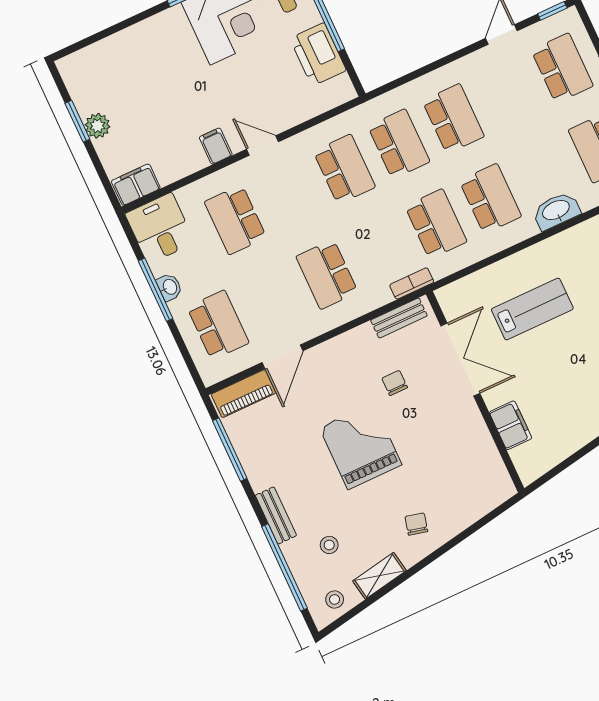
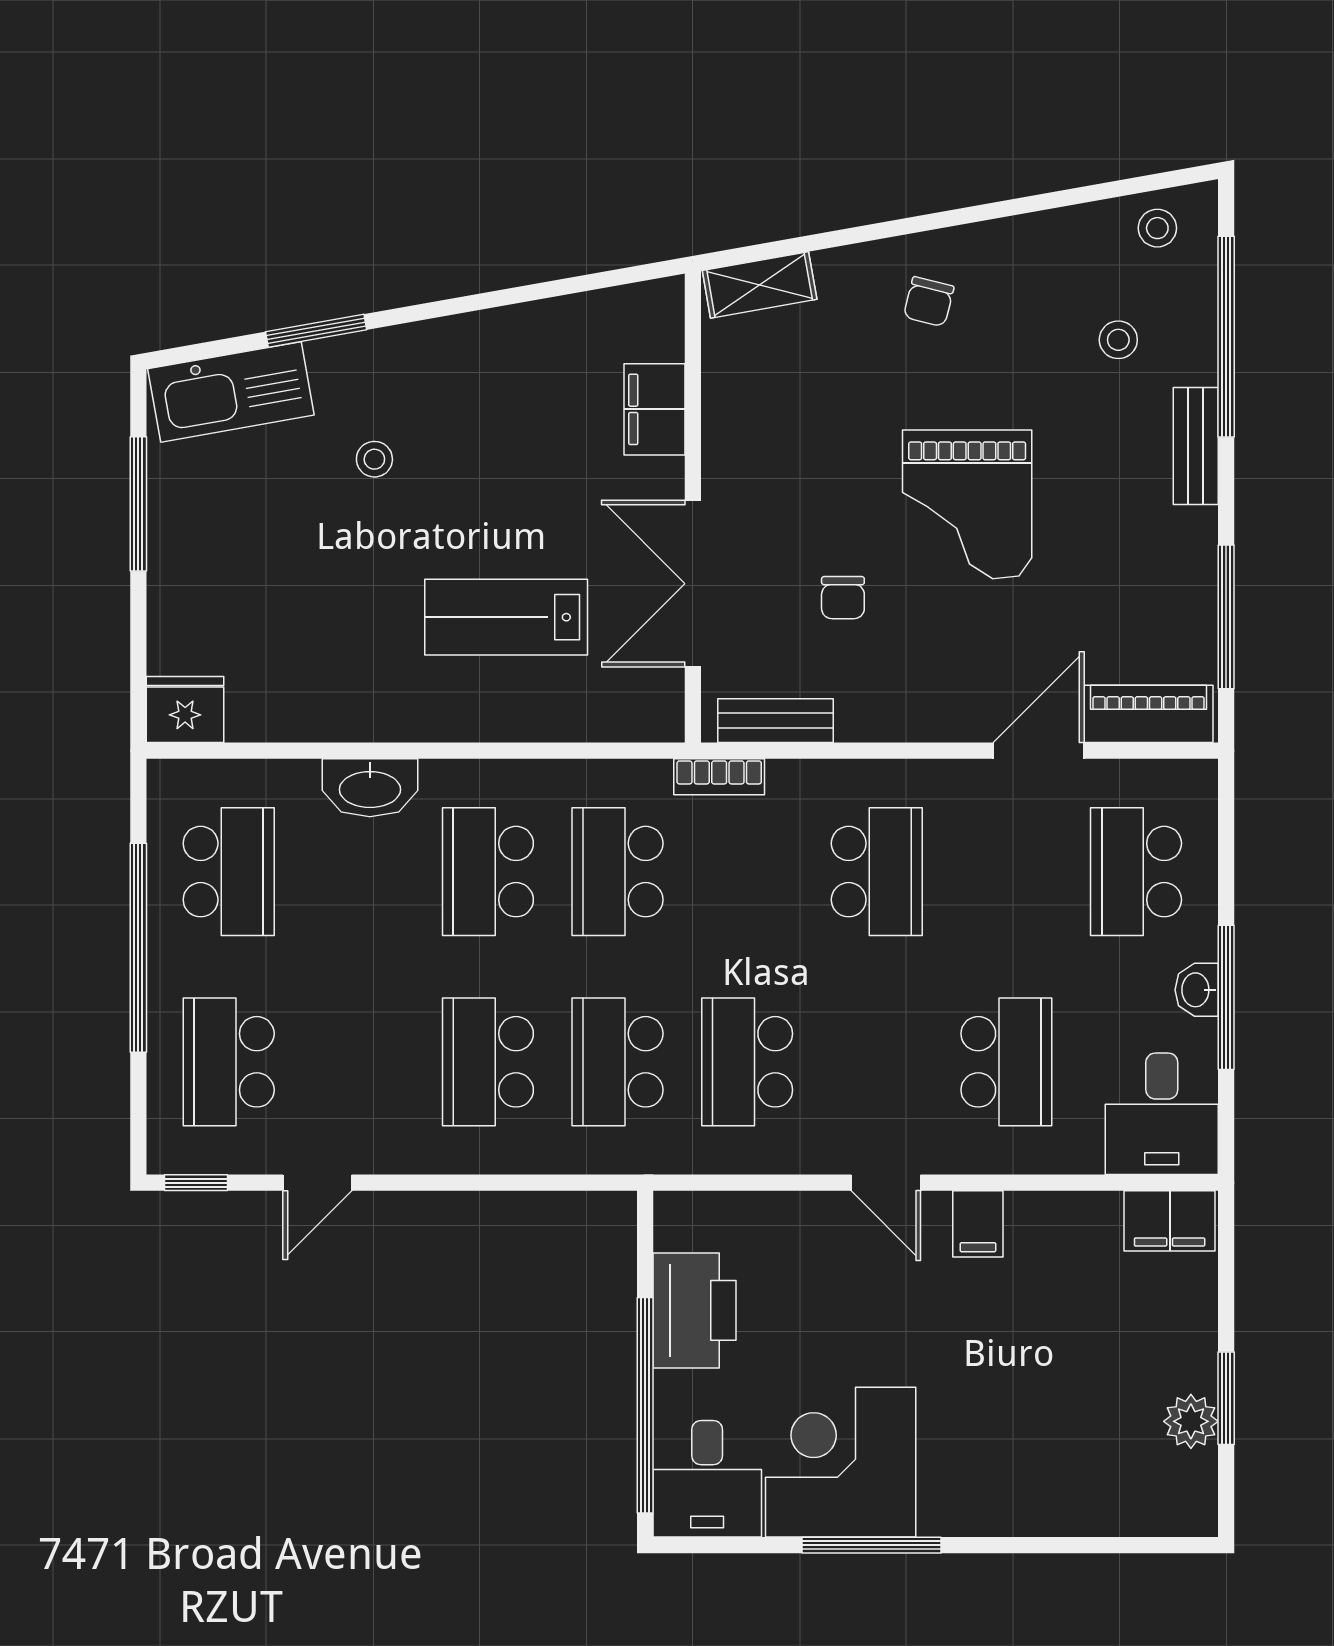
plant: (97, 126) -> (1191, 1421), moved
shelving: (379, 576) -> (760, 285), moved

